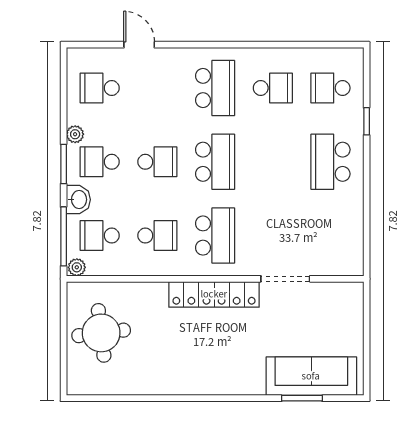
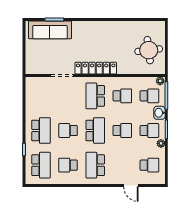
school desk: (331, 88) -> (41, 165), width x1.85
school desk: (157, 162) -> (122, 131), turned 180
school desk: (215, 162) -> (95, 131), turned 180
school desk: (273, 162) -> (68, 131), added
school desk: (157, 236) -> (122, 96), turned 180

